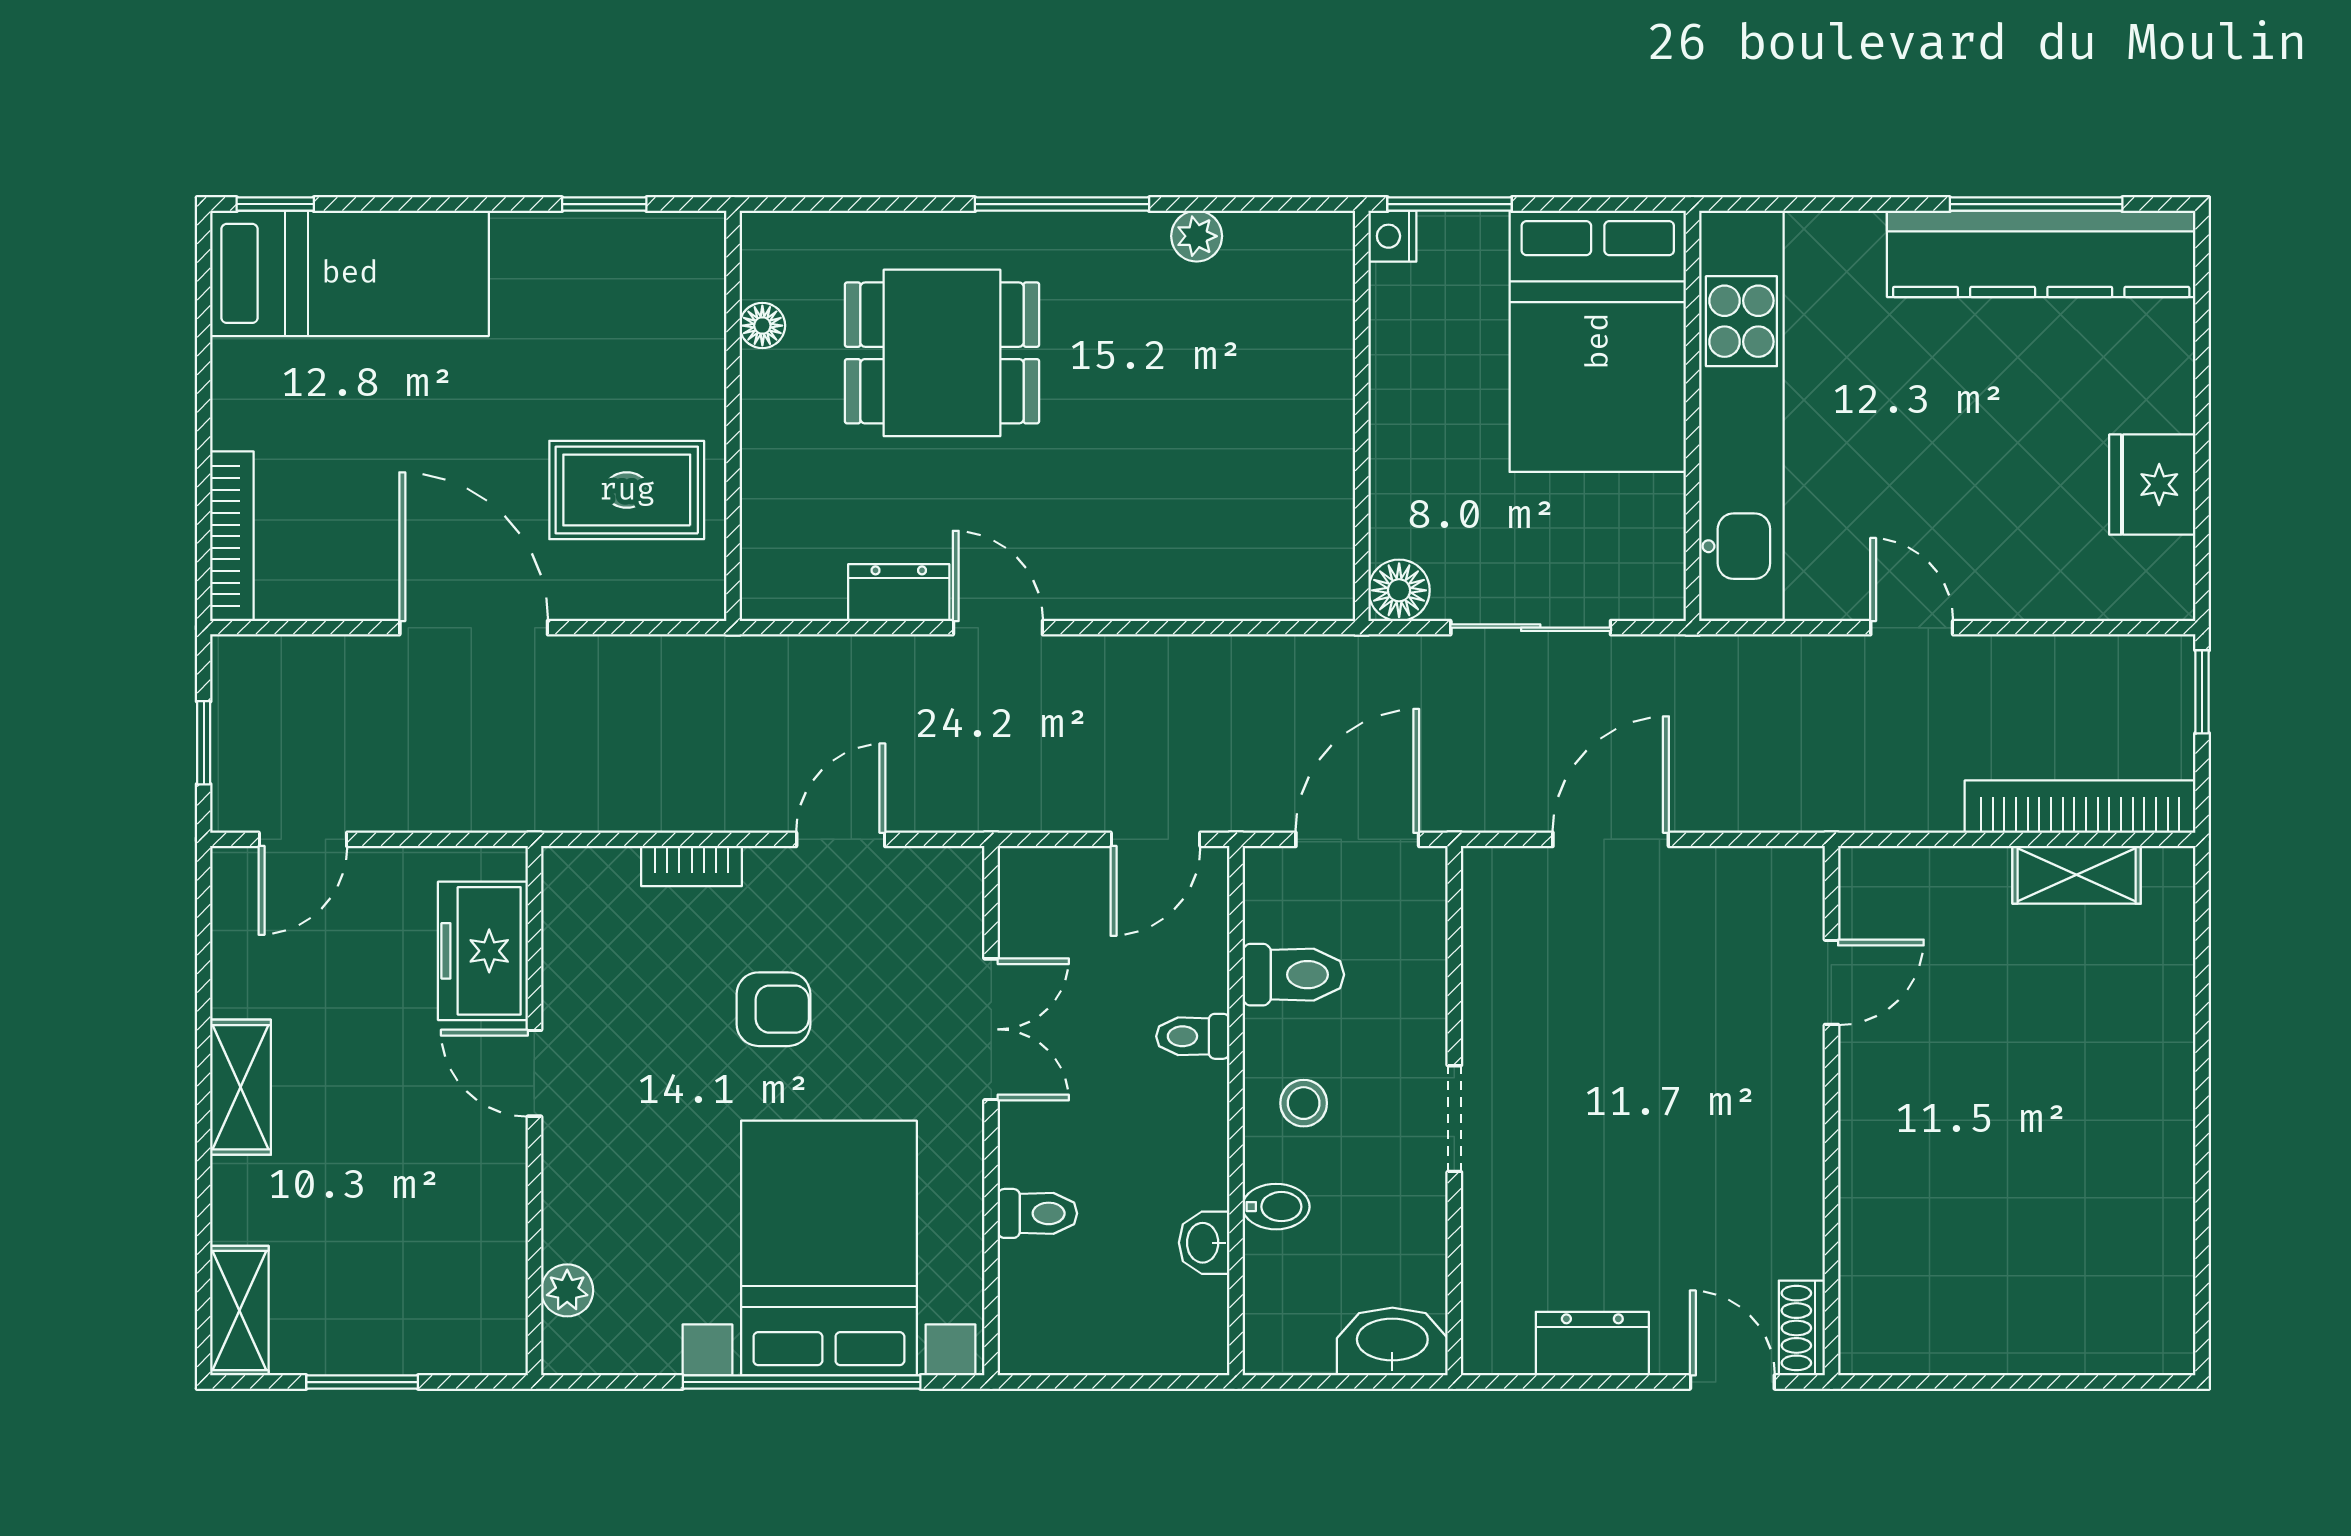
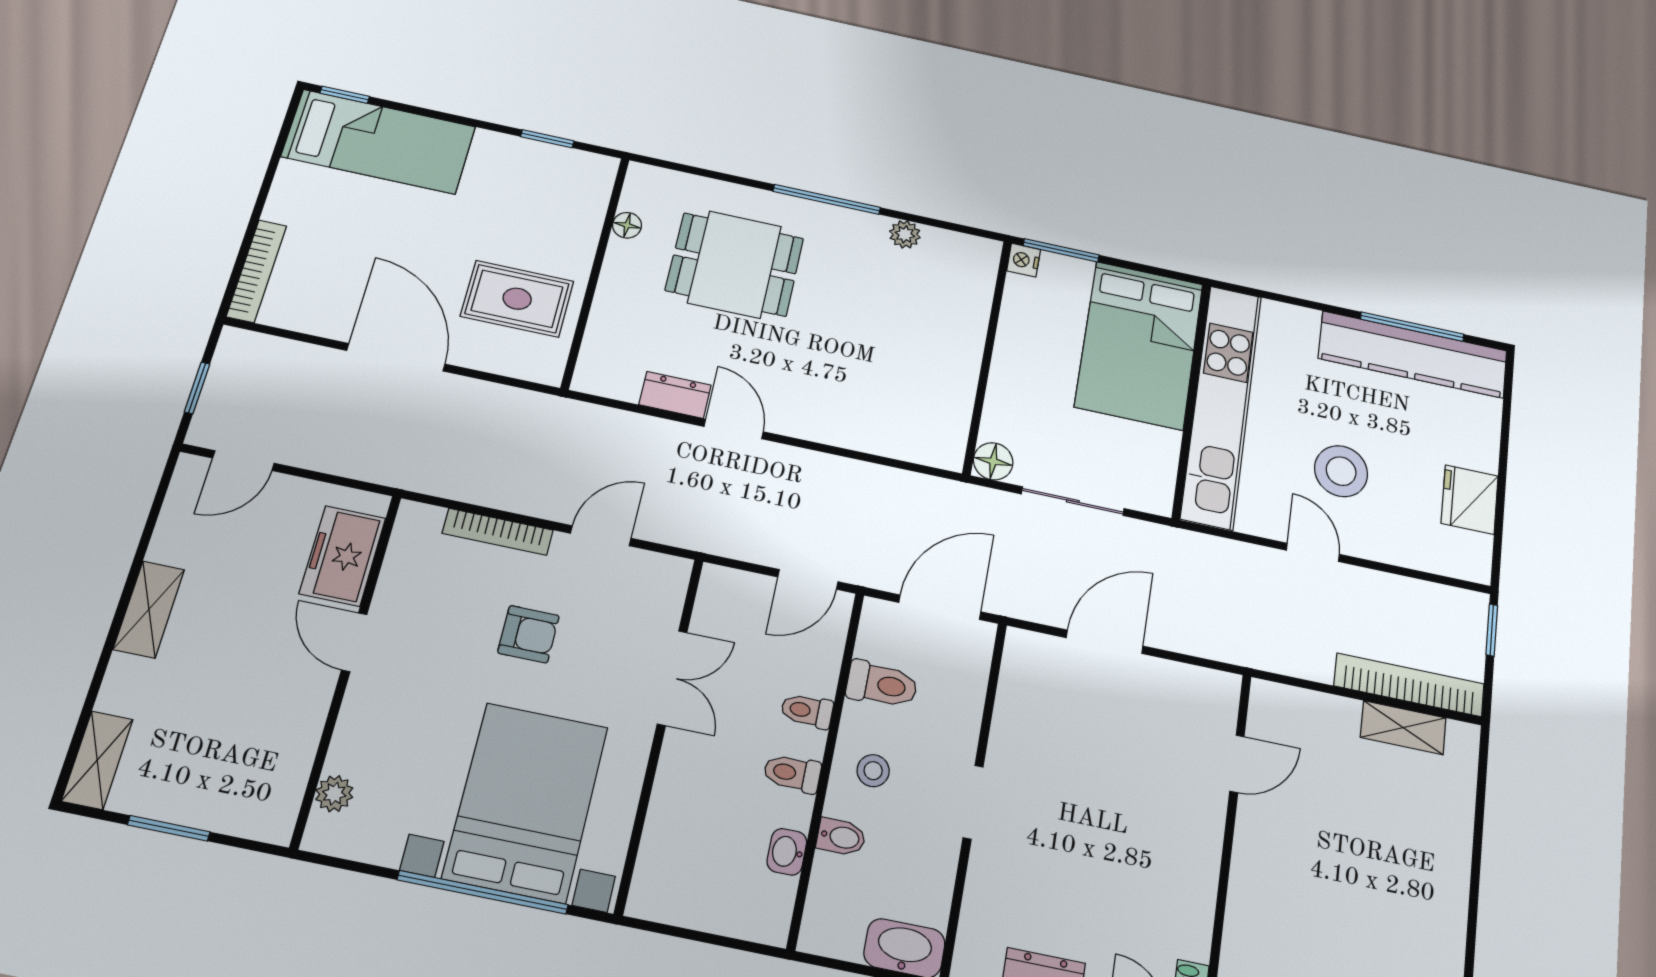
stool: (1943, 483) -> (1341, 471), added
bookcase: (692, 866) -> (498, 532), width x1.56
toilet: (1037, 1213) -> (792, 773), moved, turned 180

